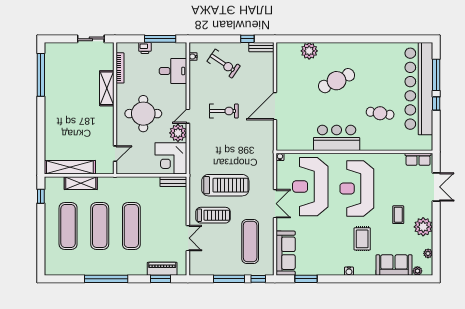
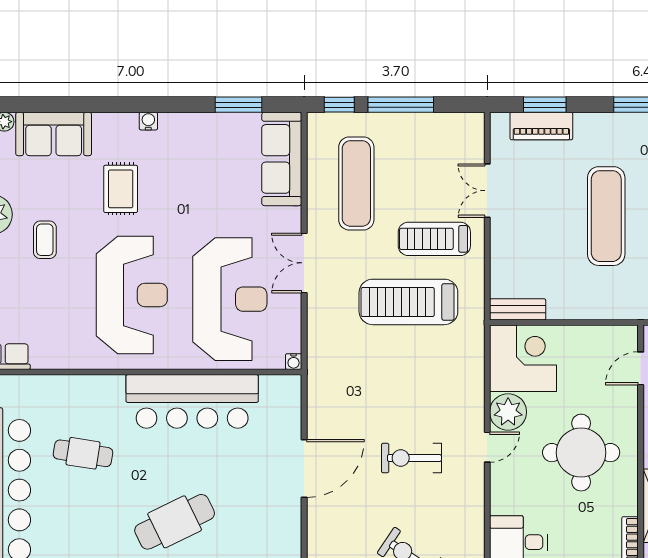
bar counter: (337, 138) -> (192, 401), width x1.36

